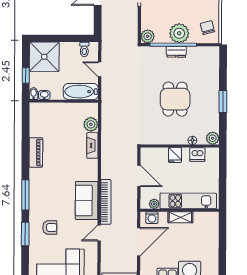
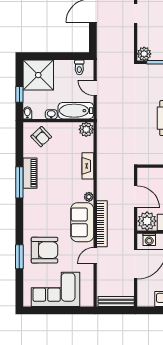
washbasin: (44, 95) -> (51, 114), moved
armchair: (47, 117) -> (41, 137), added
plant: (91, 124) -> (86, 129), moved
plant: (93, 176) -> (89, 197), added
window: (25, 195) -> (19, 182), moved
plant: (154, 204) -> (147, 221), width x1.87, depth x1.87
armchair: (50, 227) -> (44, 250), width x1.88, depth x1.88

